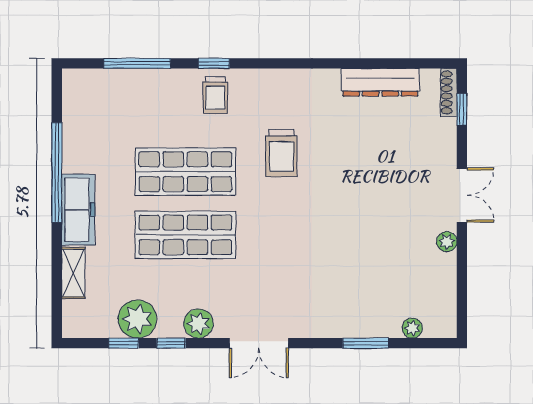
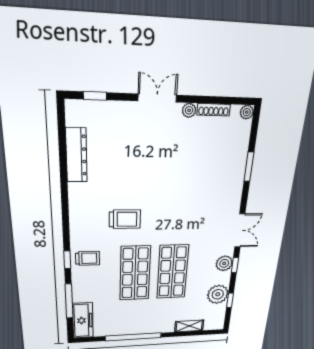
shoe rack: (449, 92) -> (214, 110), moved
freezer: (78, 210) -> (83, 320), moved, turned 90
plant: (412, 328) -> (247, 112), moved
window: (171, 343) -> (235, 265), moved

